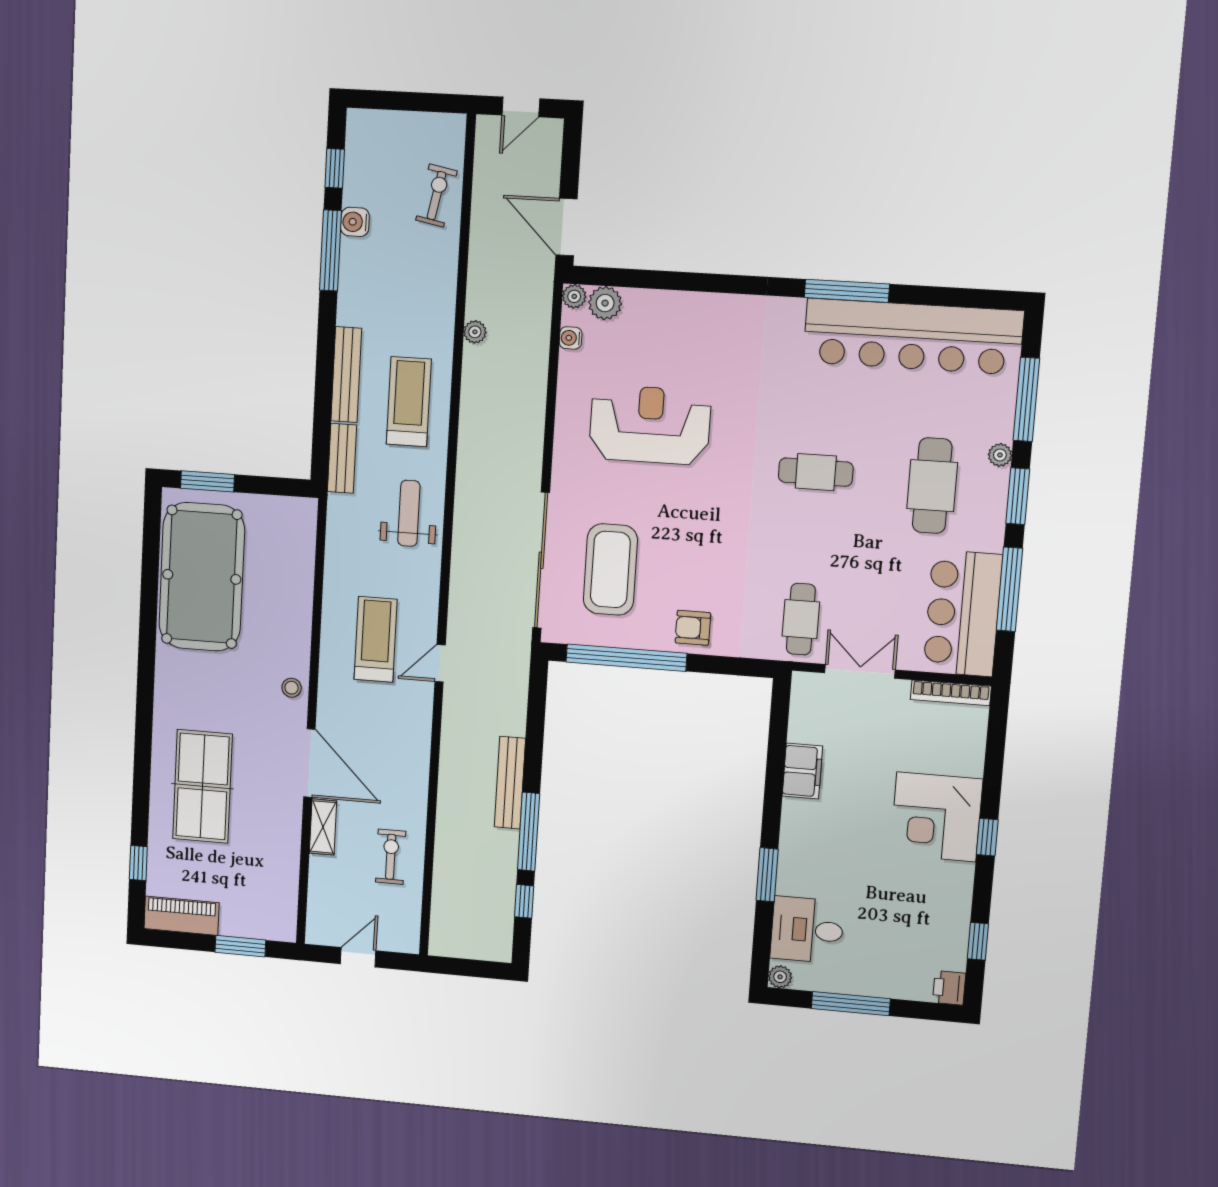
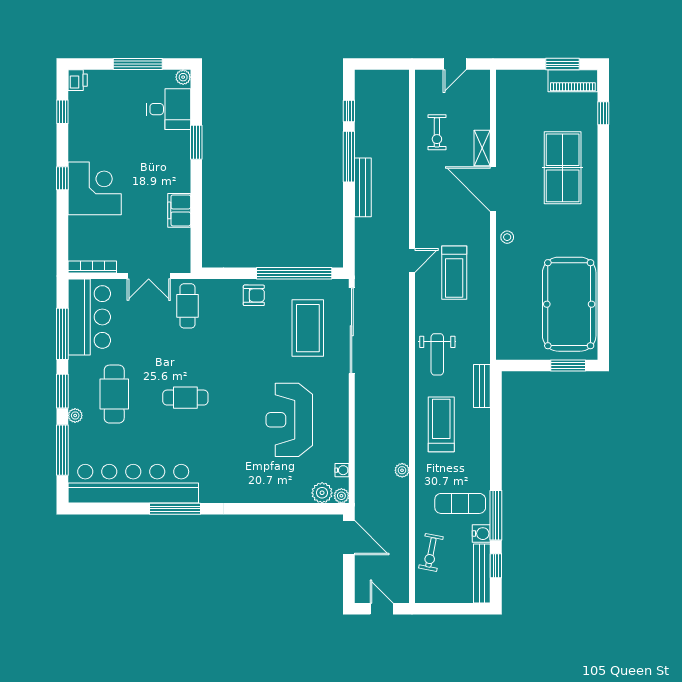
door: (521, 107) -> (382, 609), hinge flipped
exercise mat: (386, 273) -> (460, 503), added
bench: (346, 375) -> (482, 573), moved
treadmill: (409, 402) -> (441, 424), turned 180
reception desk: (650, 425) -> (289, 420), turned 90
window: (240, 946) -> (562, 64), moved

